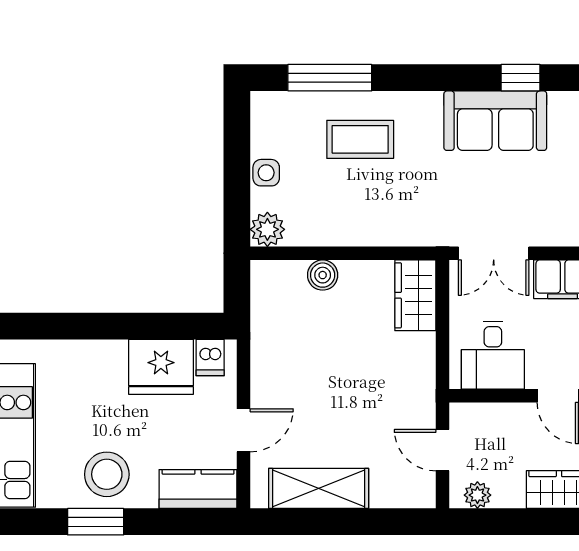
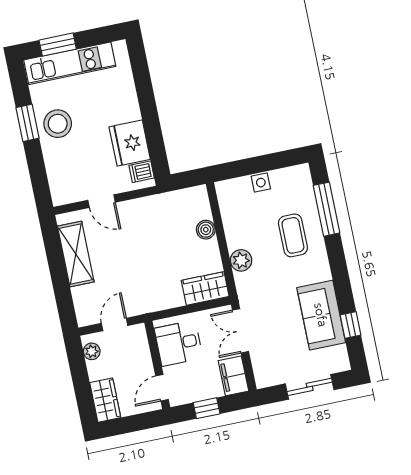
plant: (267, 229) -> (241, 260), moved
kitchen counter: (198, 489) -> (60, 181), removed

